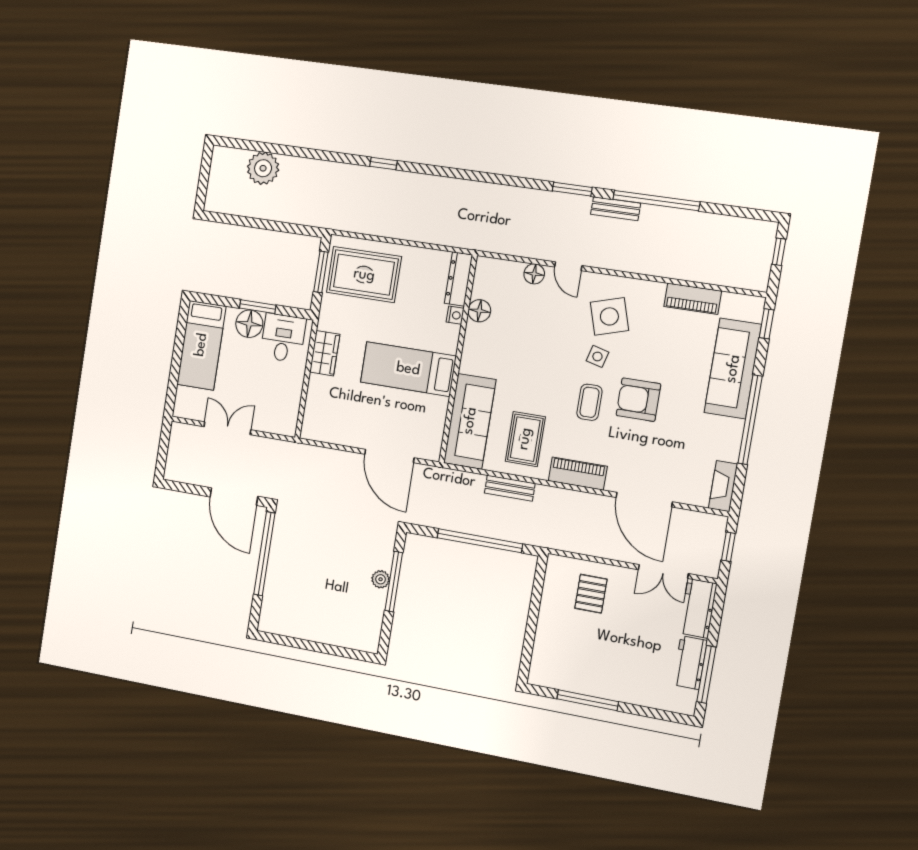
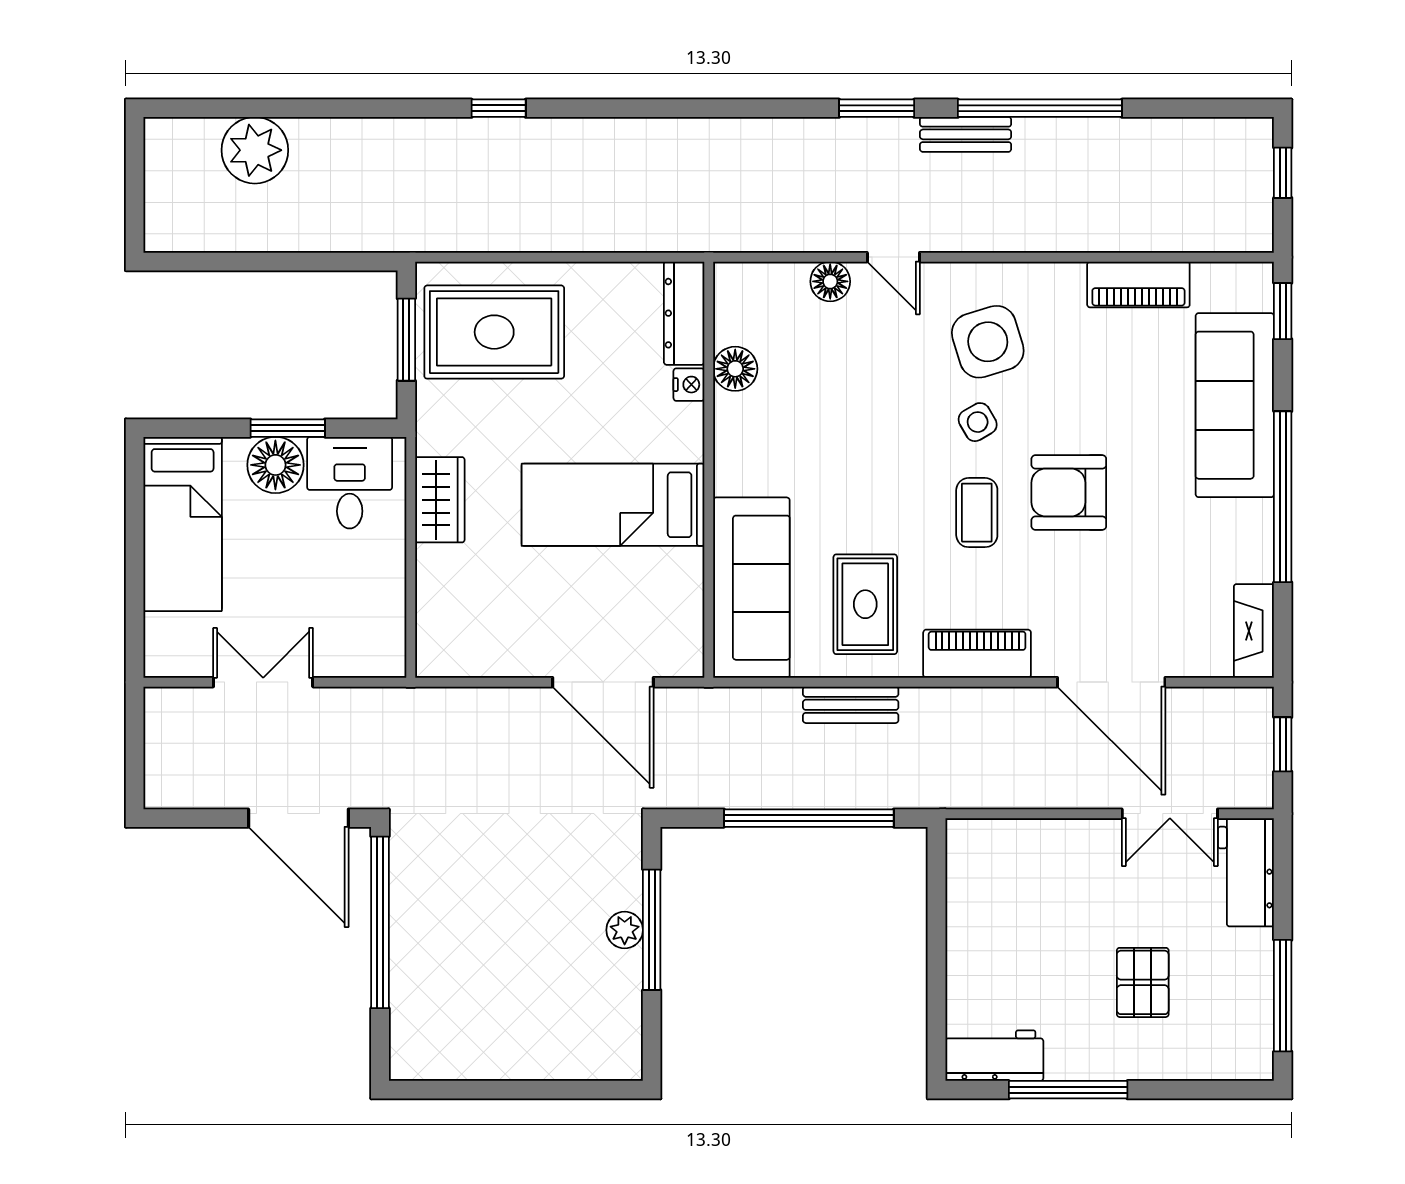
side table: (597, 356) -> (978, 422), turned 45
pallet: (591, 594) -> (1143, 982), moved
workbench: (690, 663) -> (994, 1056), moved, turned 90

